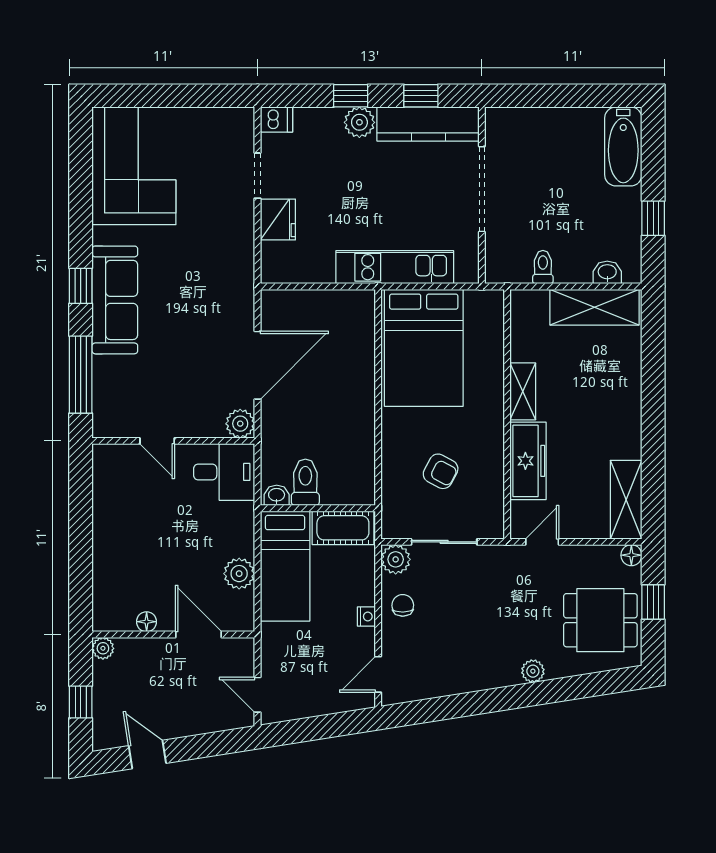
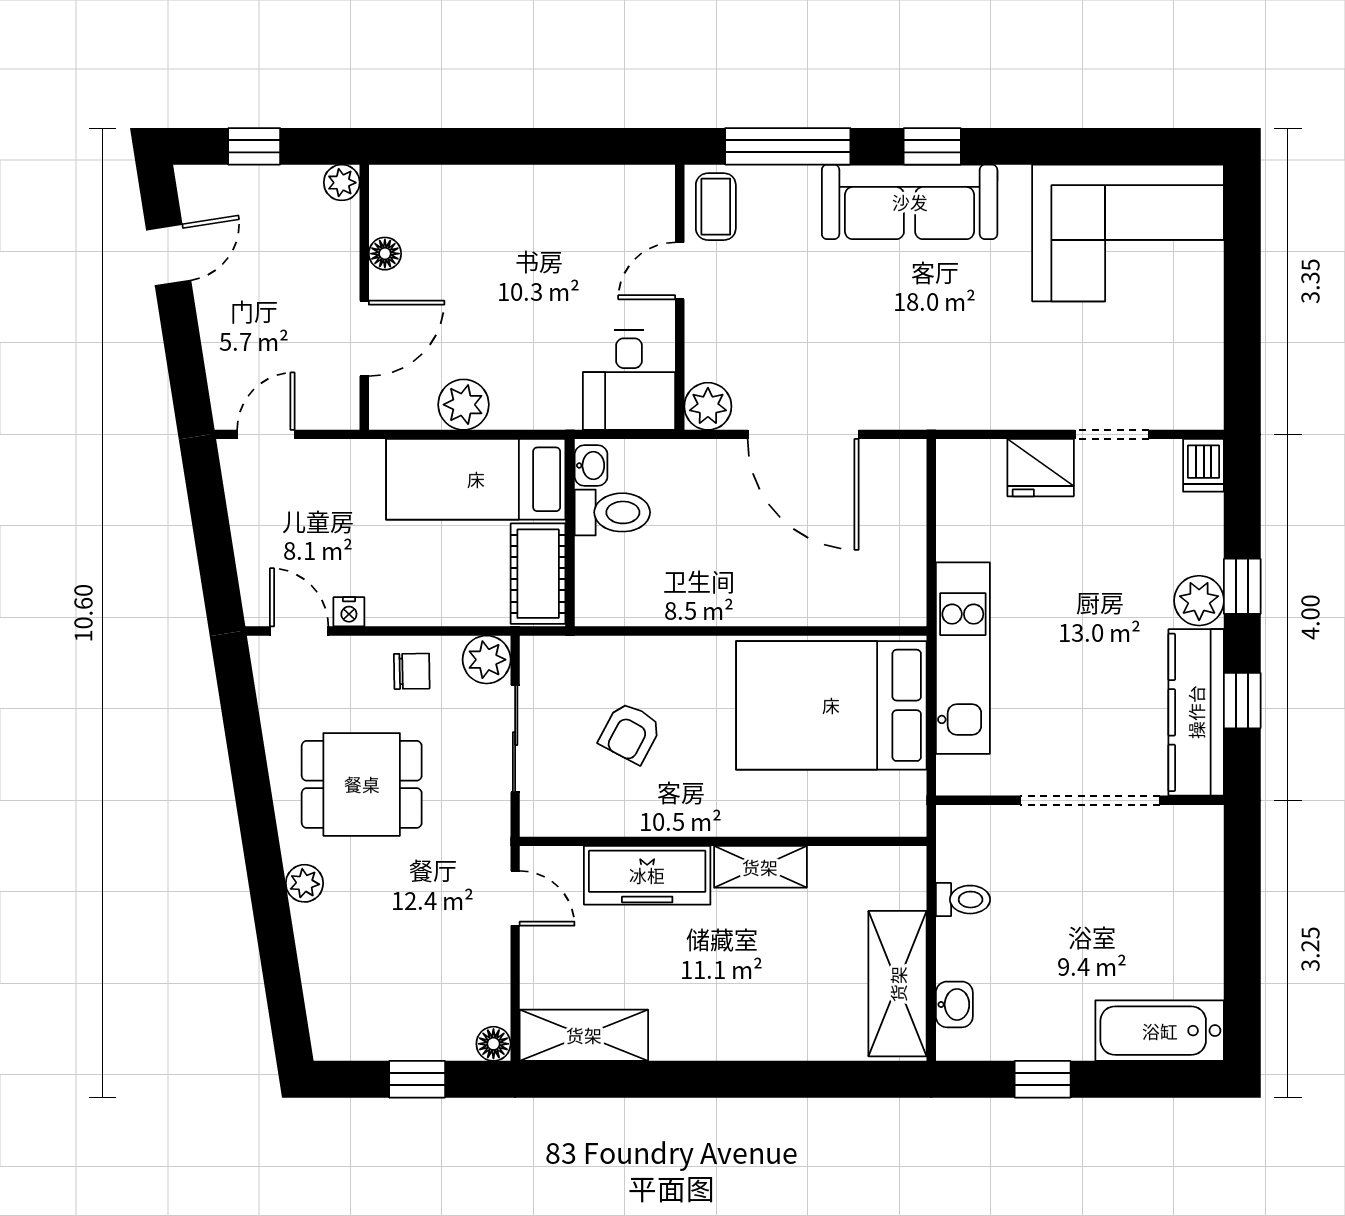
coffee table: (118, 419) -> (716, 207), added
nightstand: (366, 616) -> (349, 612), moved
dining table: (600, 620) -> (362, 784), moved, turned 90

